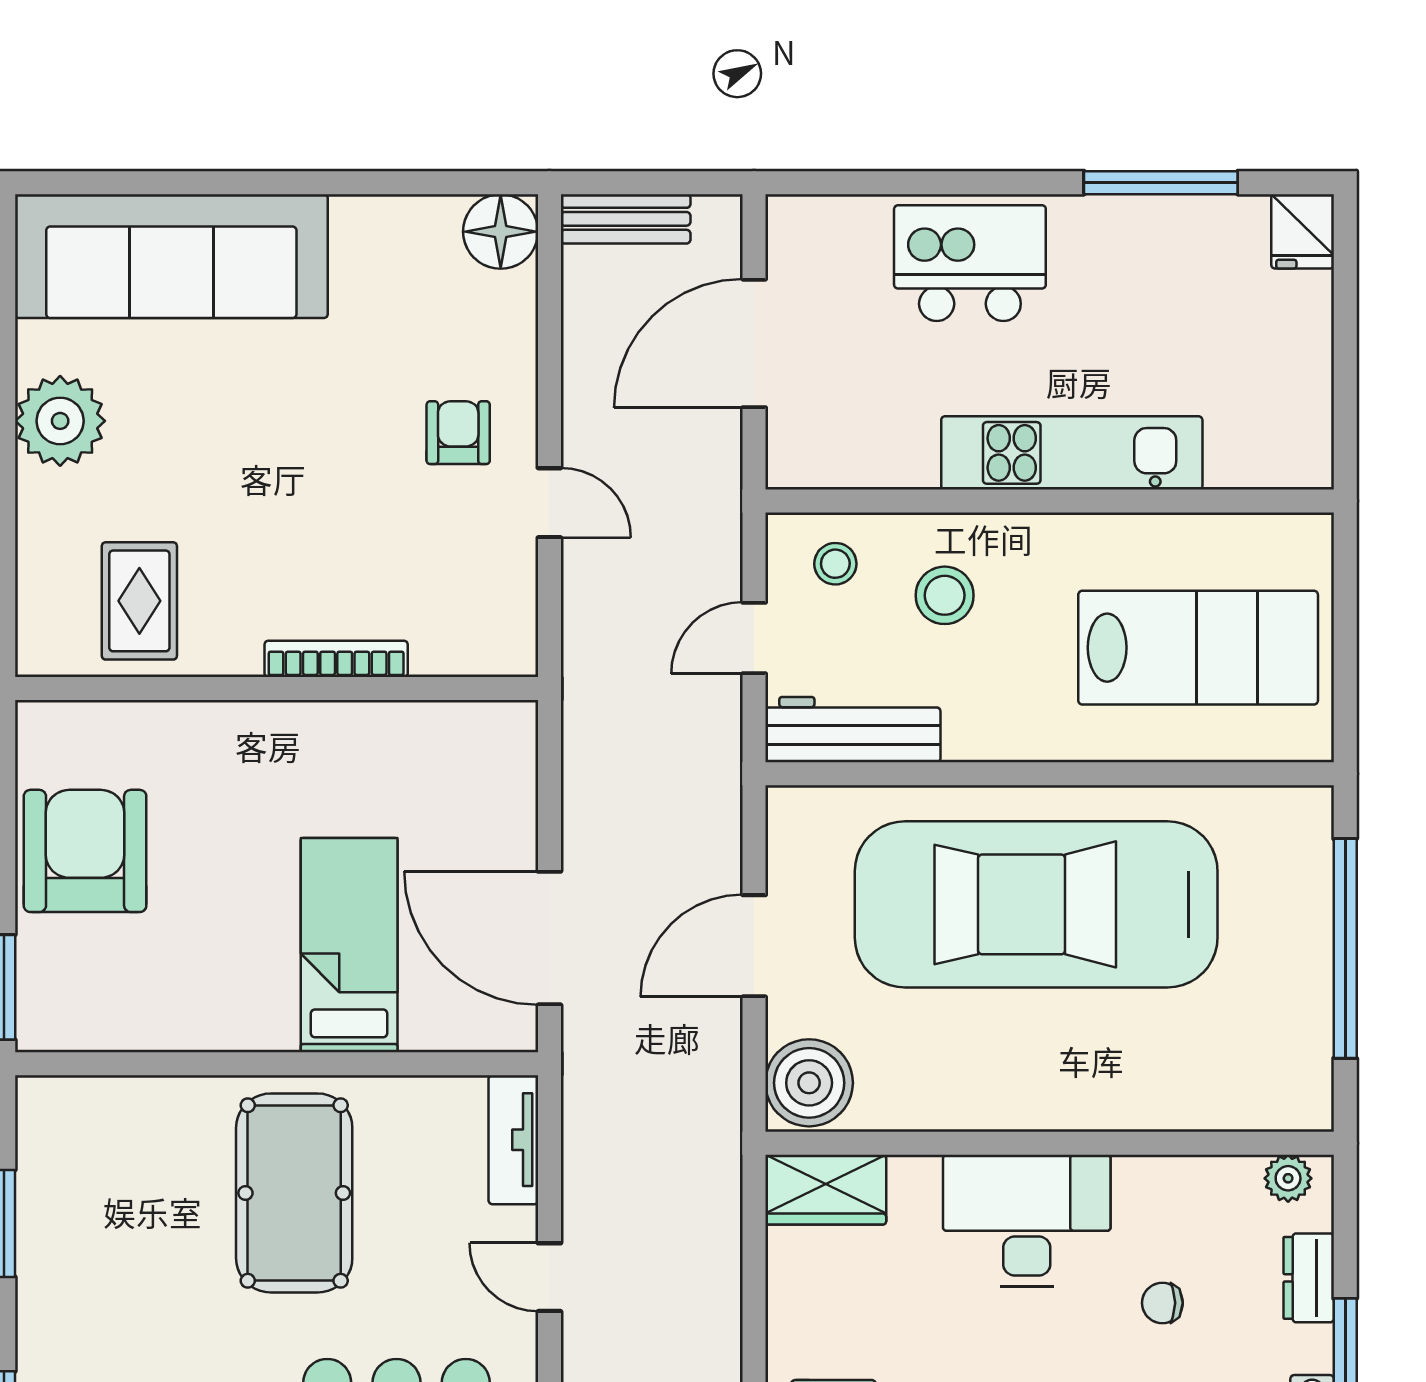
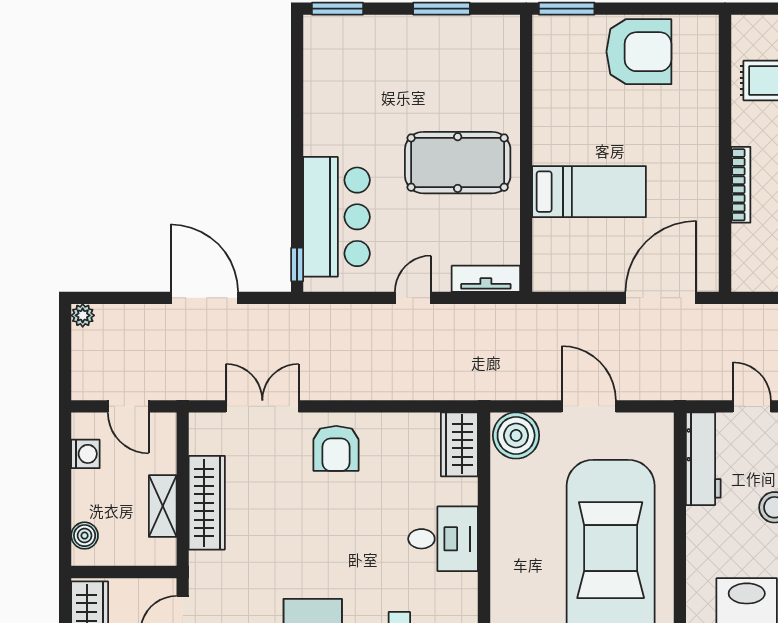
door: (549, 938) -> (661, 298), moved
desk: (1027, 1220) -> (443, 539), width x0.73

